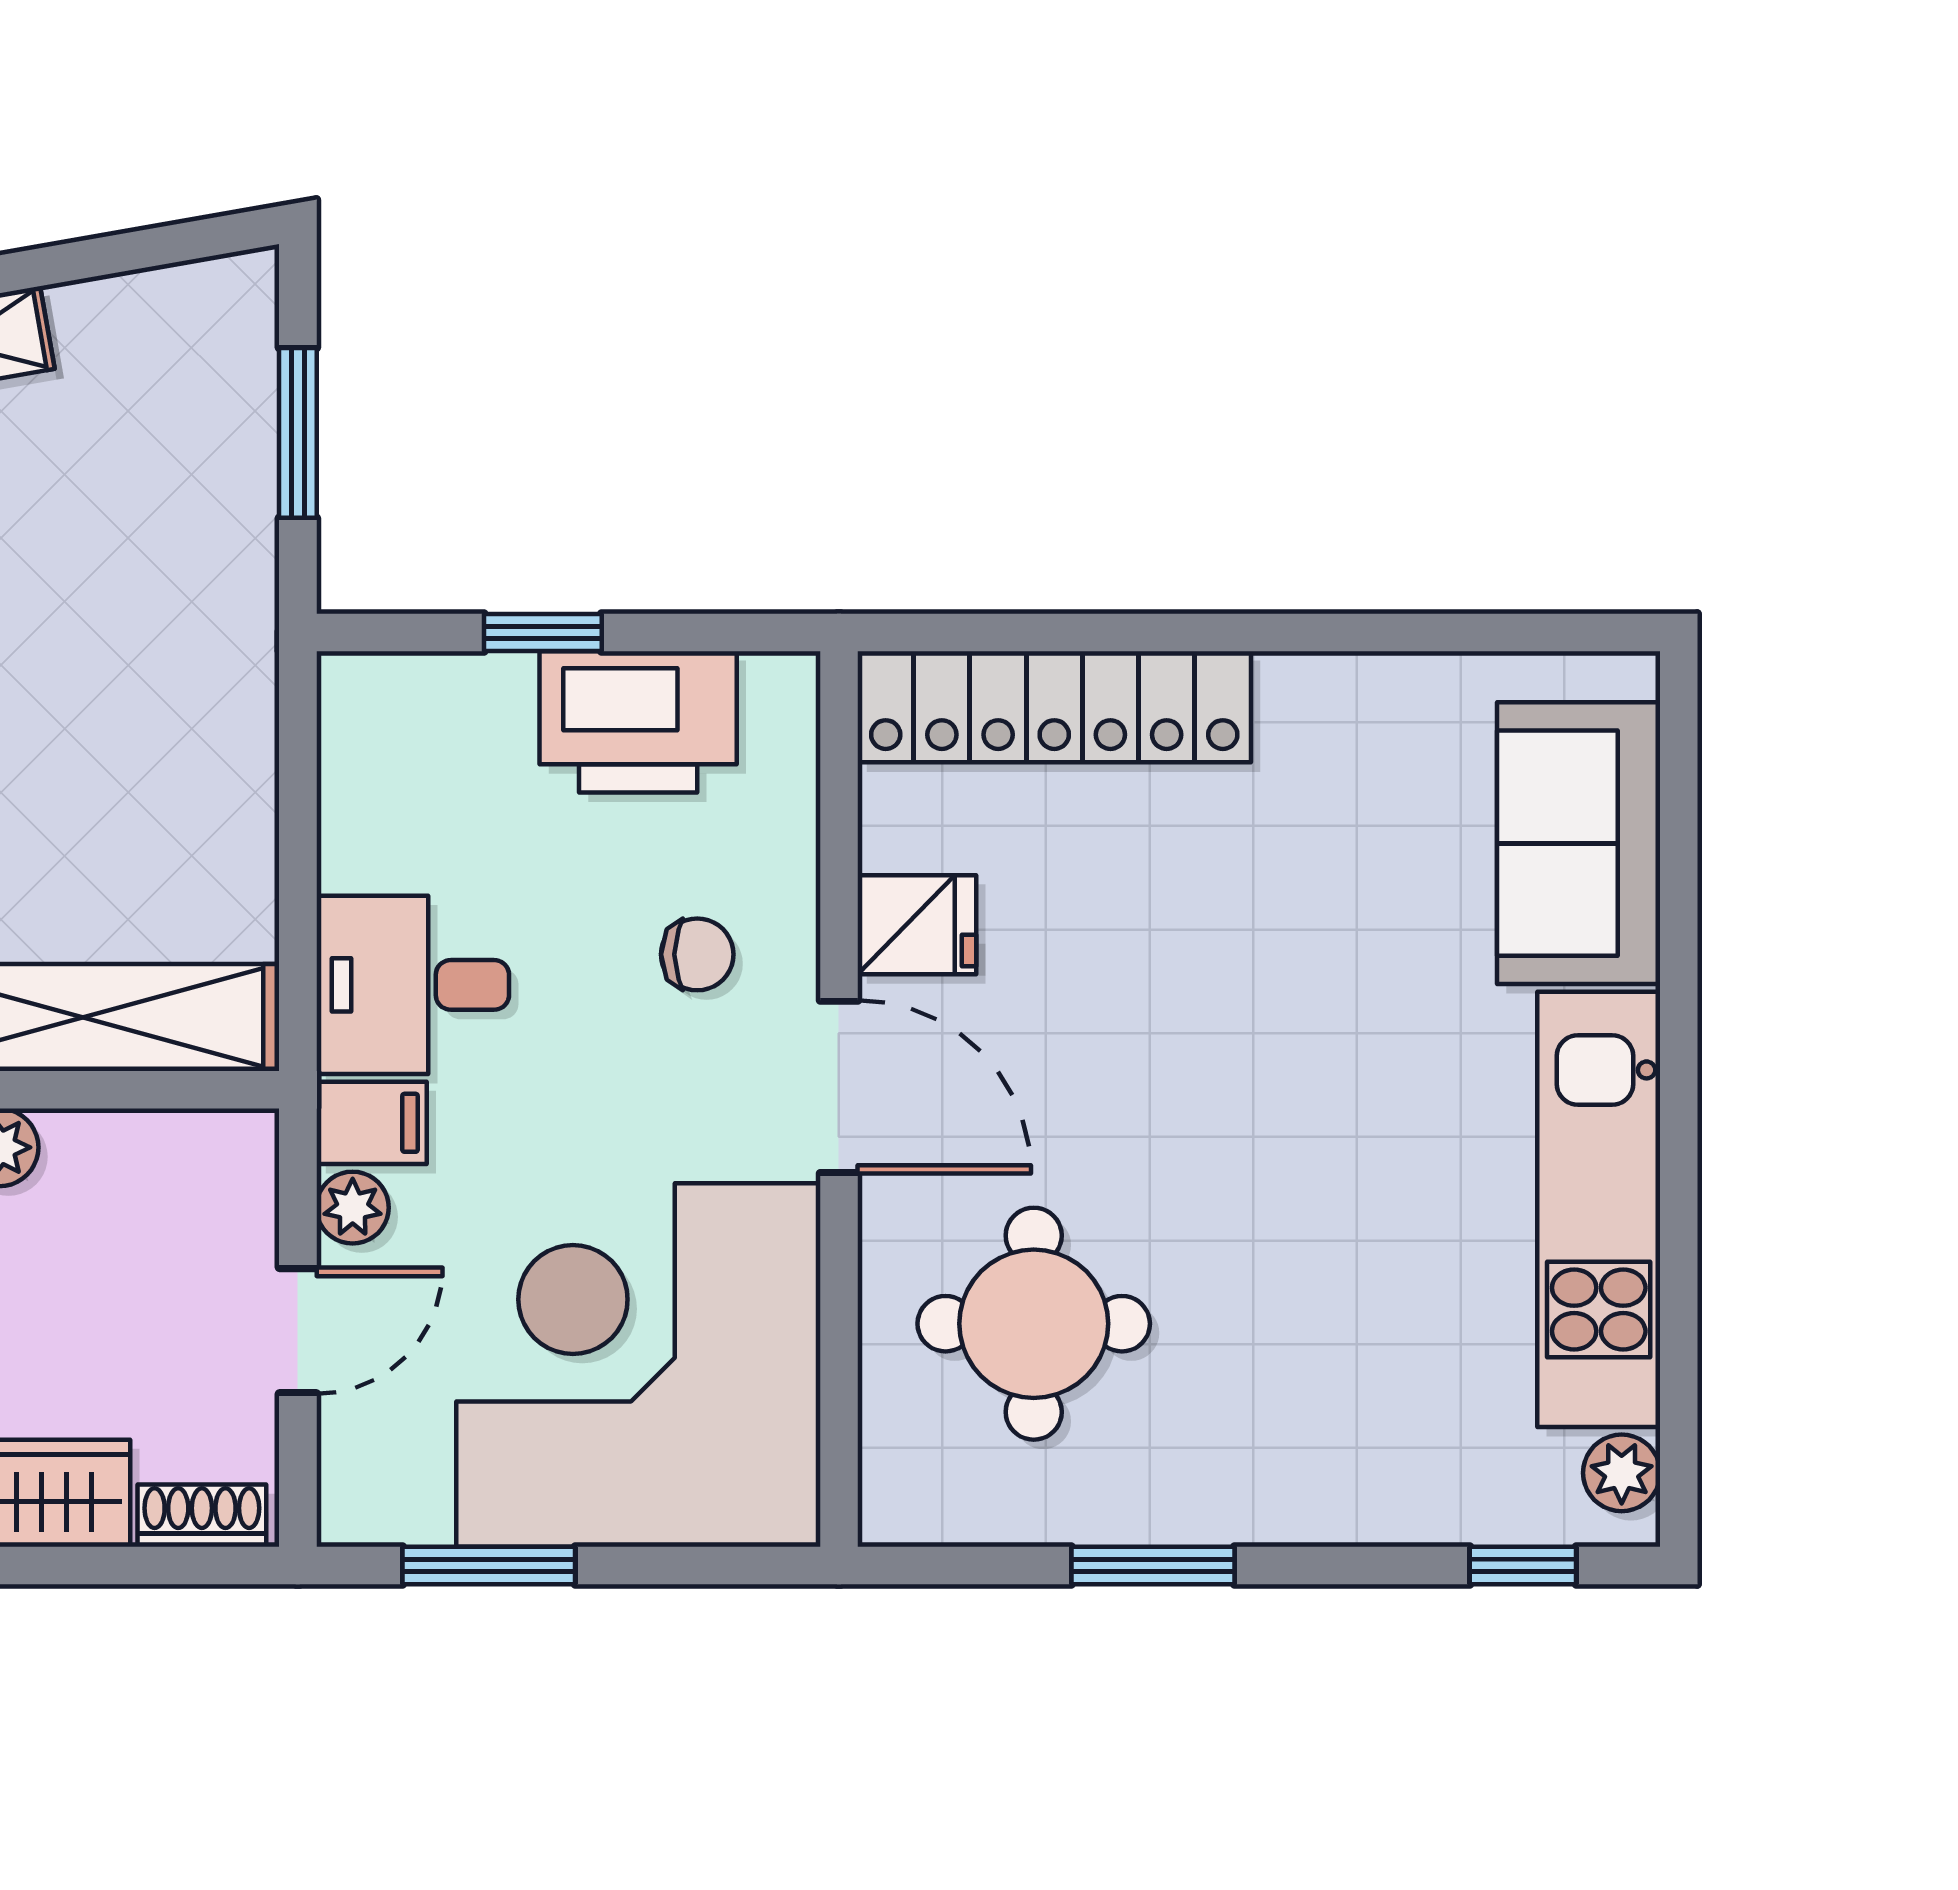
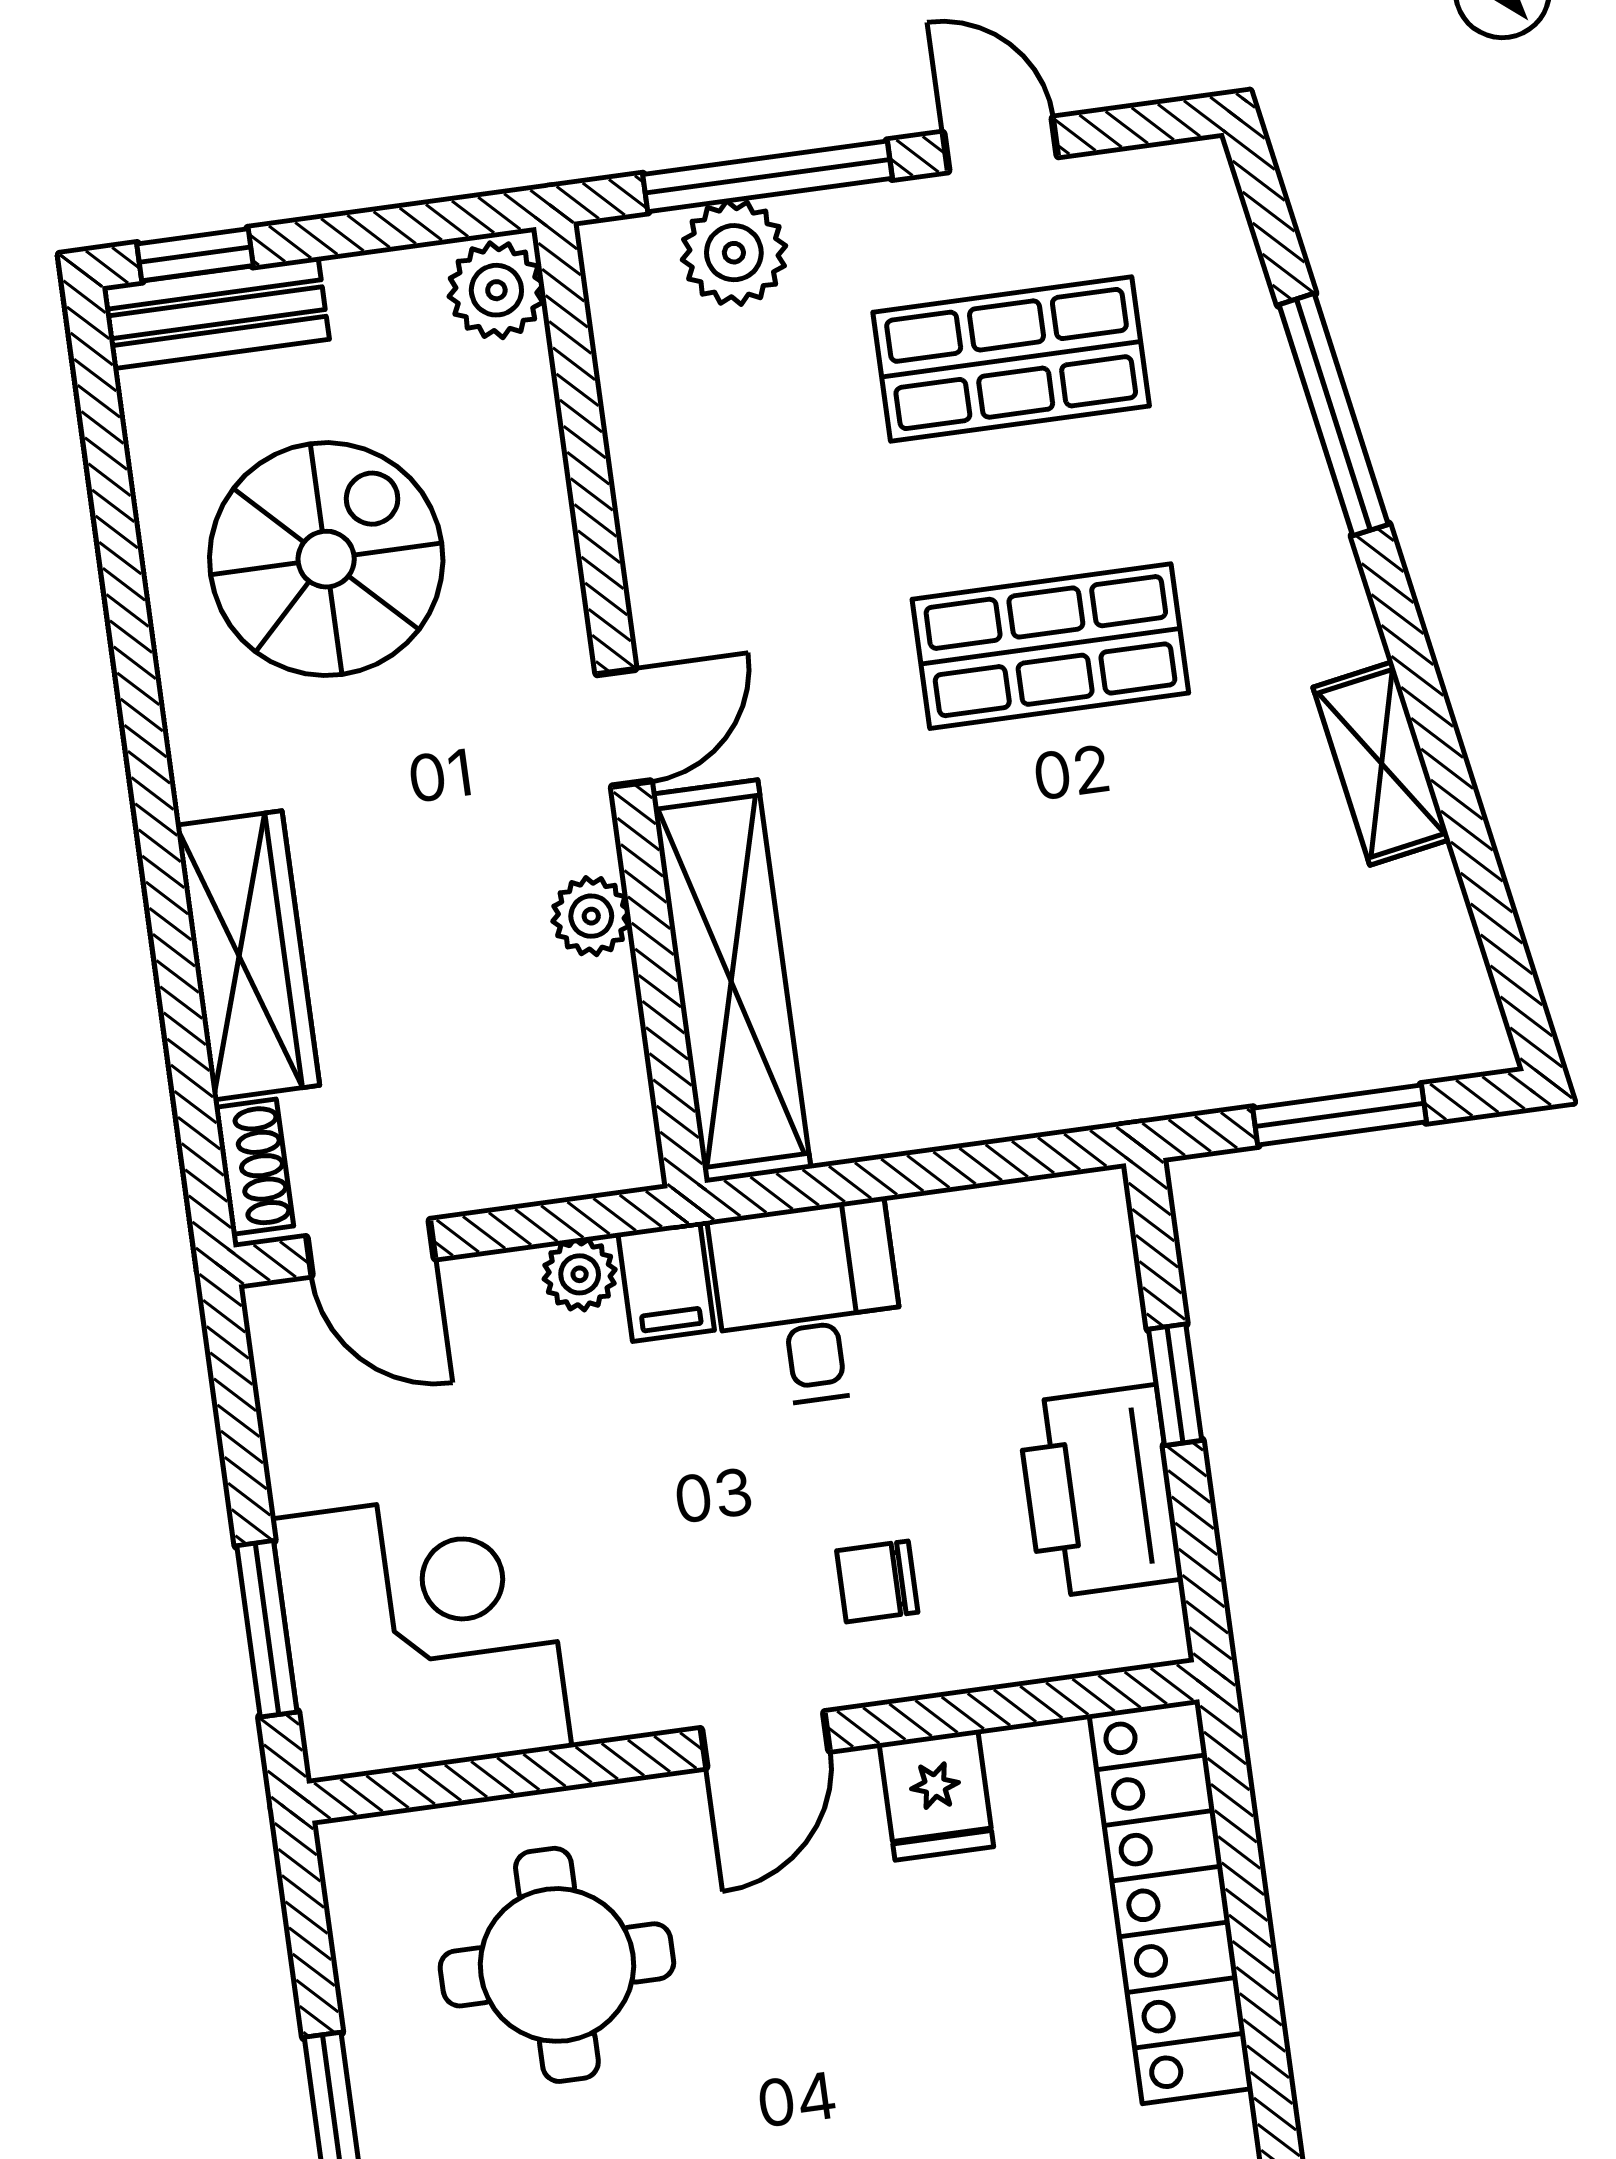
chair: (697, 954) -> (877, 1581), turned 90
door: (839, 1087) -> (765, 1740), width x0.73
door: (298, 1331) -> (371, 1248), moved
corner desk: (638, 1365) -> (421, 1633), width x0.74, depth x0.74
window: (489, 1566) -> (267, 1629), moved

